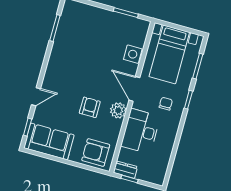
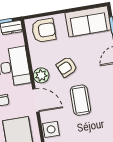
coffee table: (91, 69) -> (80, 100), added
armchair: (90, 107) -> (67, 67), turned 66

